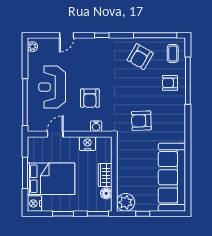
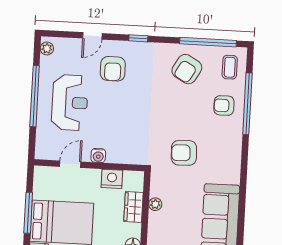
reception desk: (52, 87) -> (70, 103), turned 180
armchair: (90, 98) -> (113, 69), moved
window: (25, 102) -> (35, 96), moved
water cooler: (96, 126) -> (98, 155), moved
plant: (122, 161) -> (155, 204), added
wardrobe: (105, 175) -> (133, 207), moved

